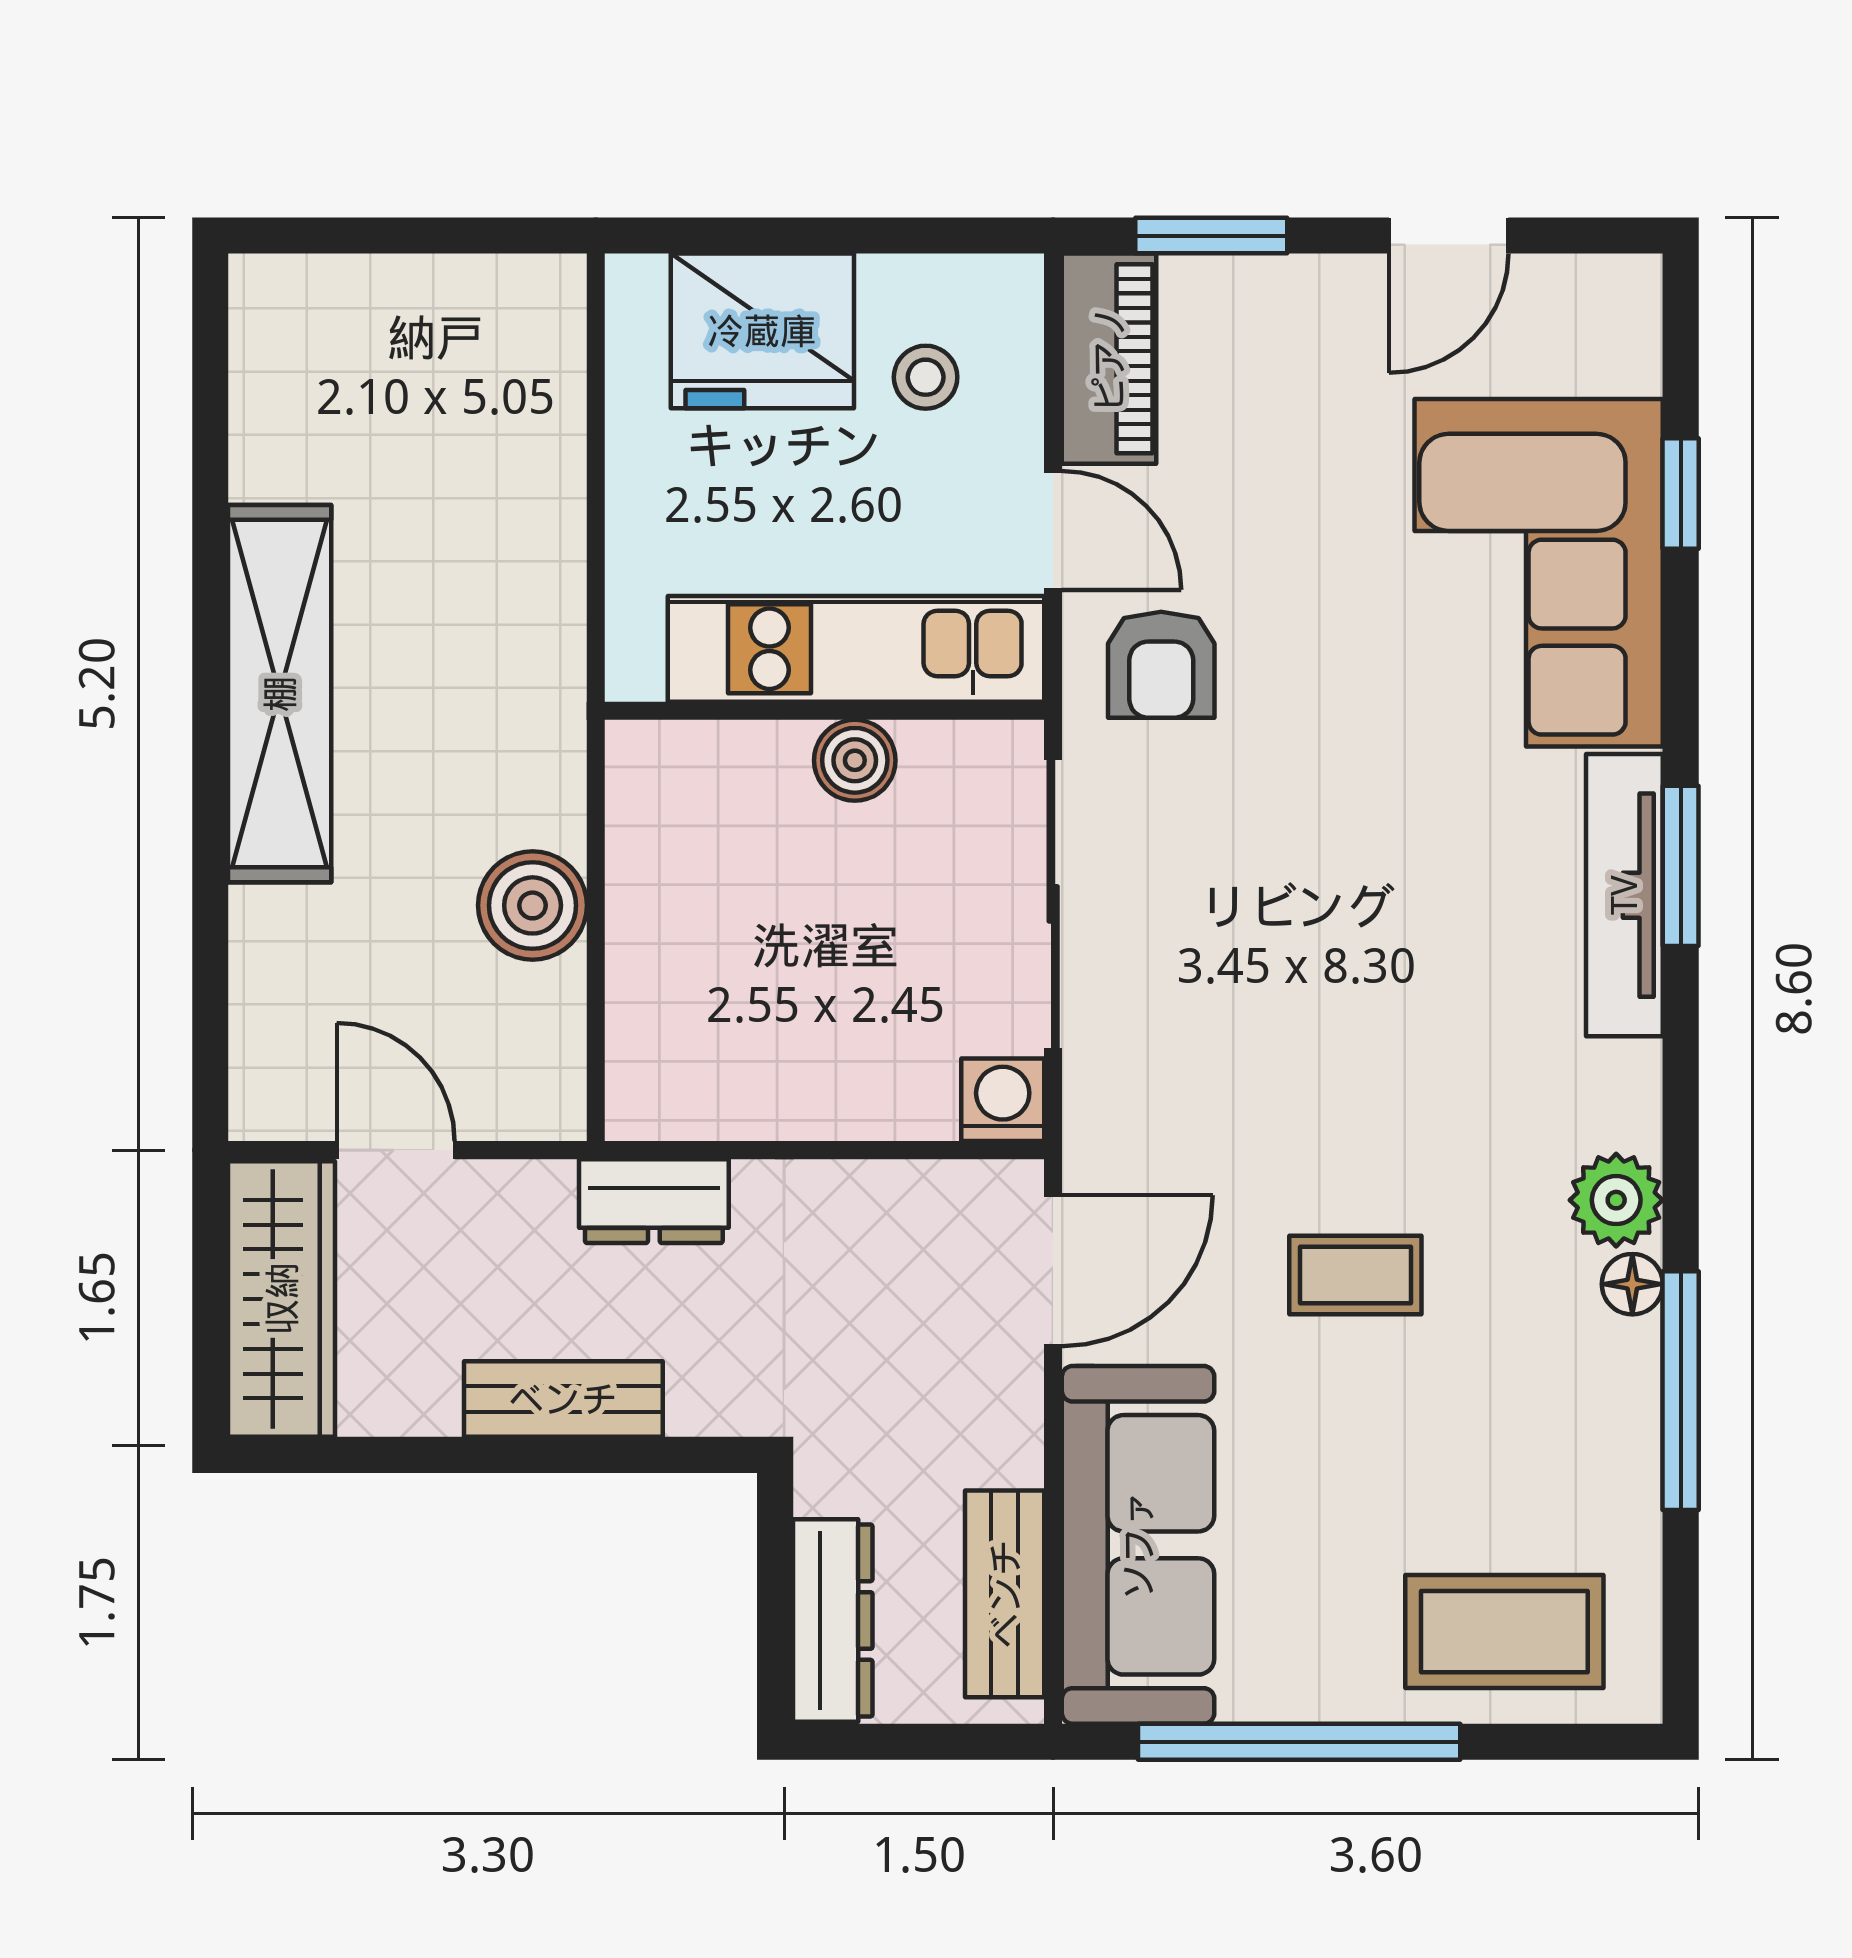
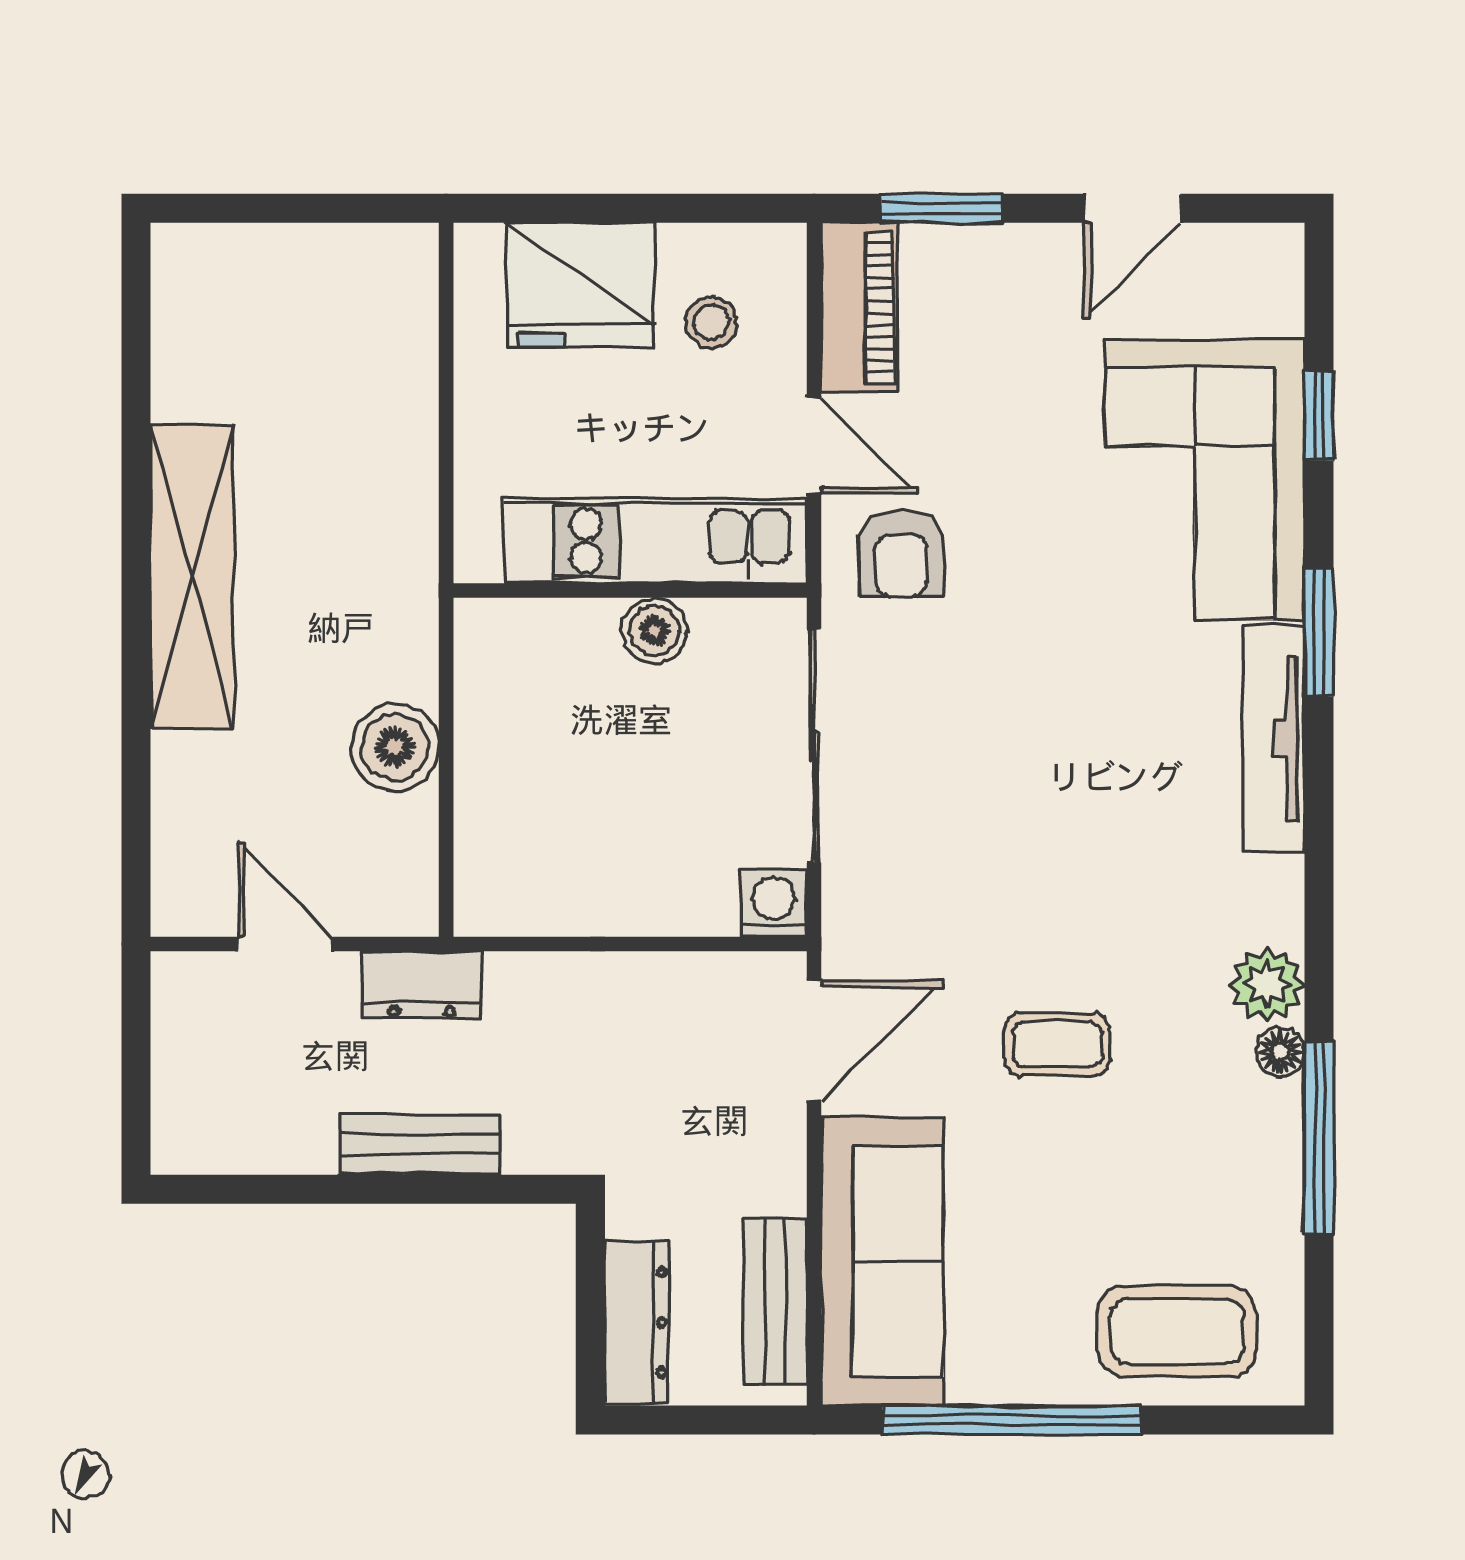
window: (1681, 866) -> (1319, 632), moved
dresser: (654, 1201) -> (422, 985), moved
wardrobe: (282, 1299) -> (193, 1064), removed

